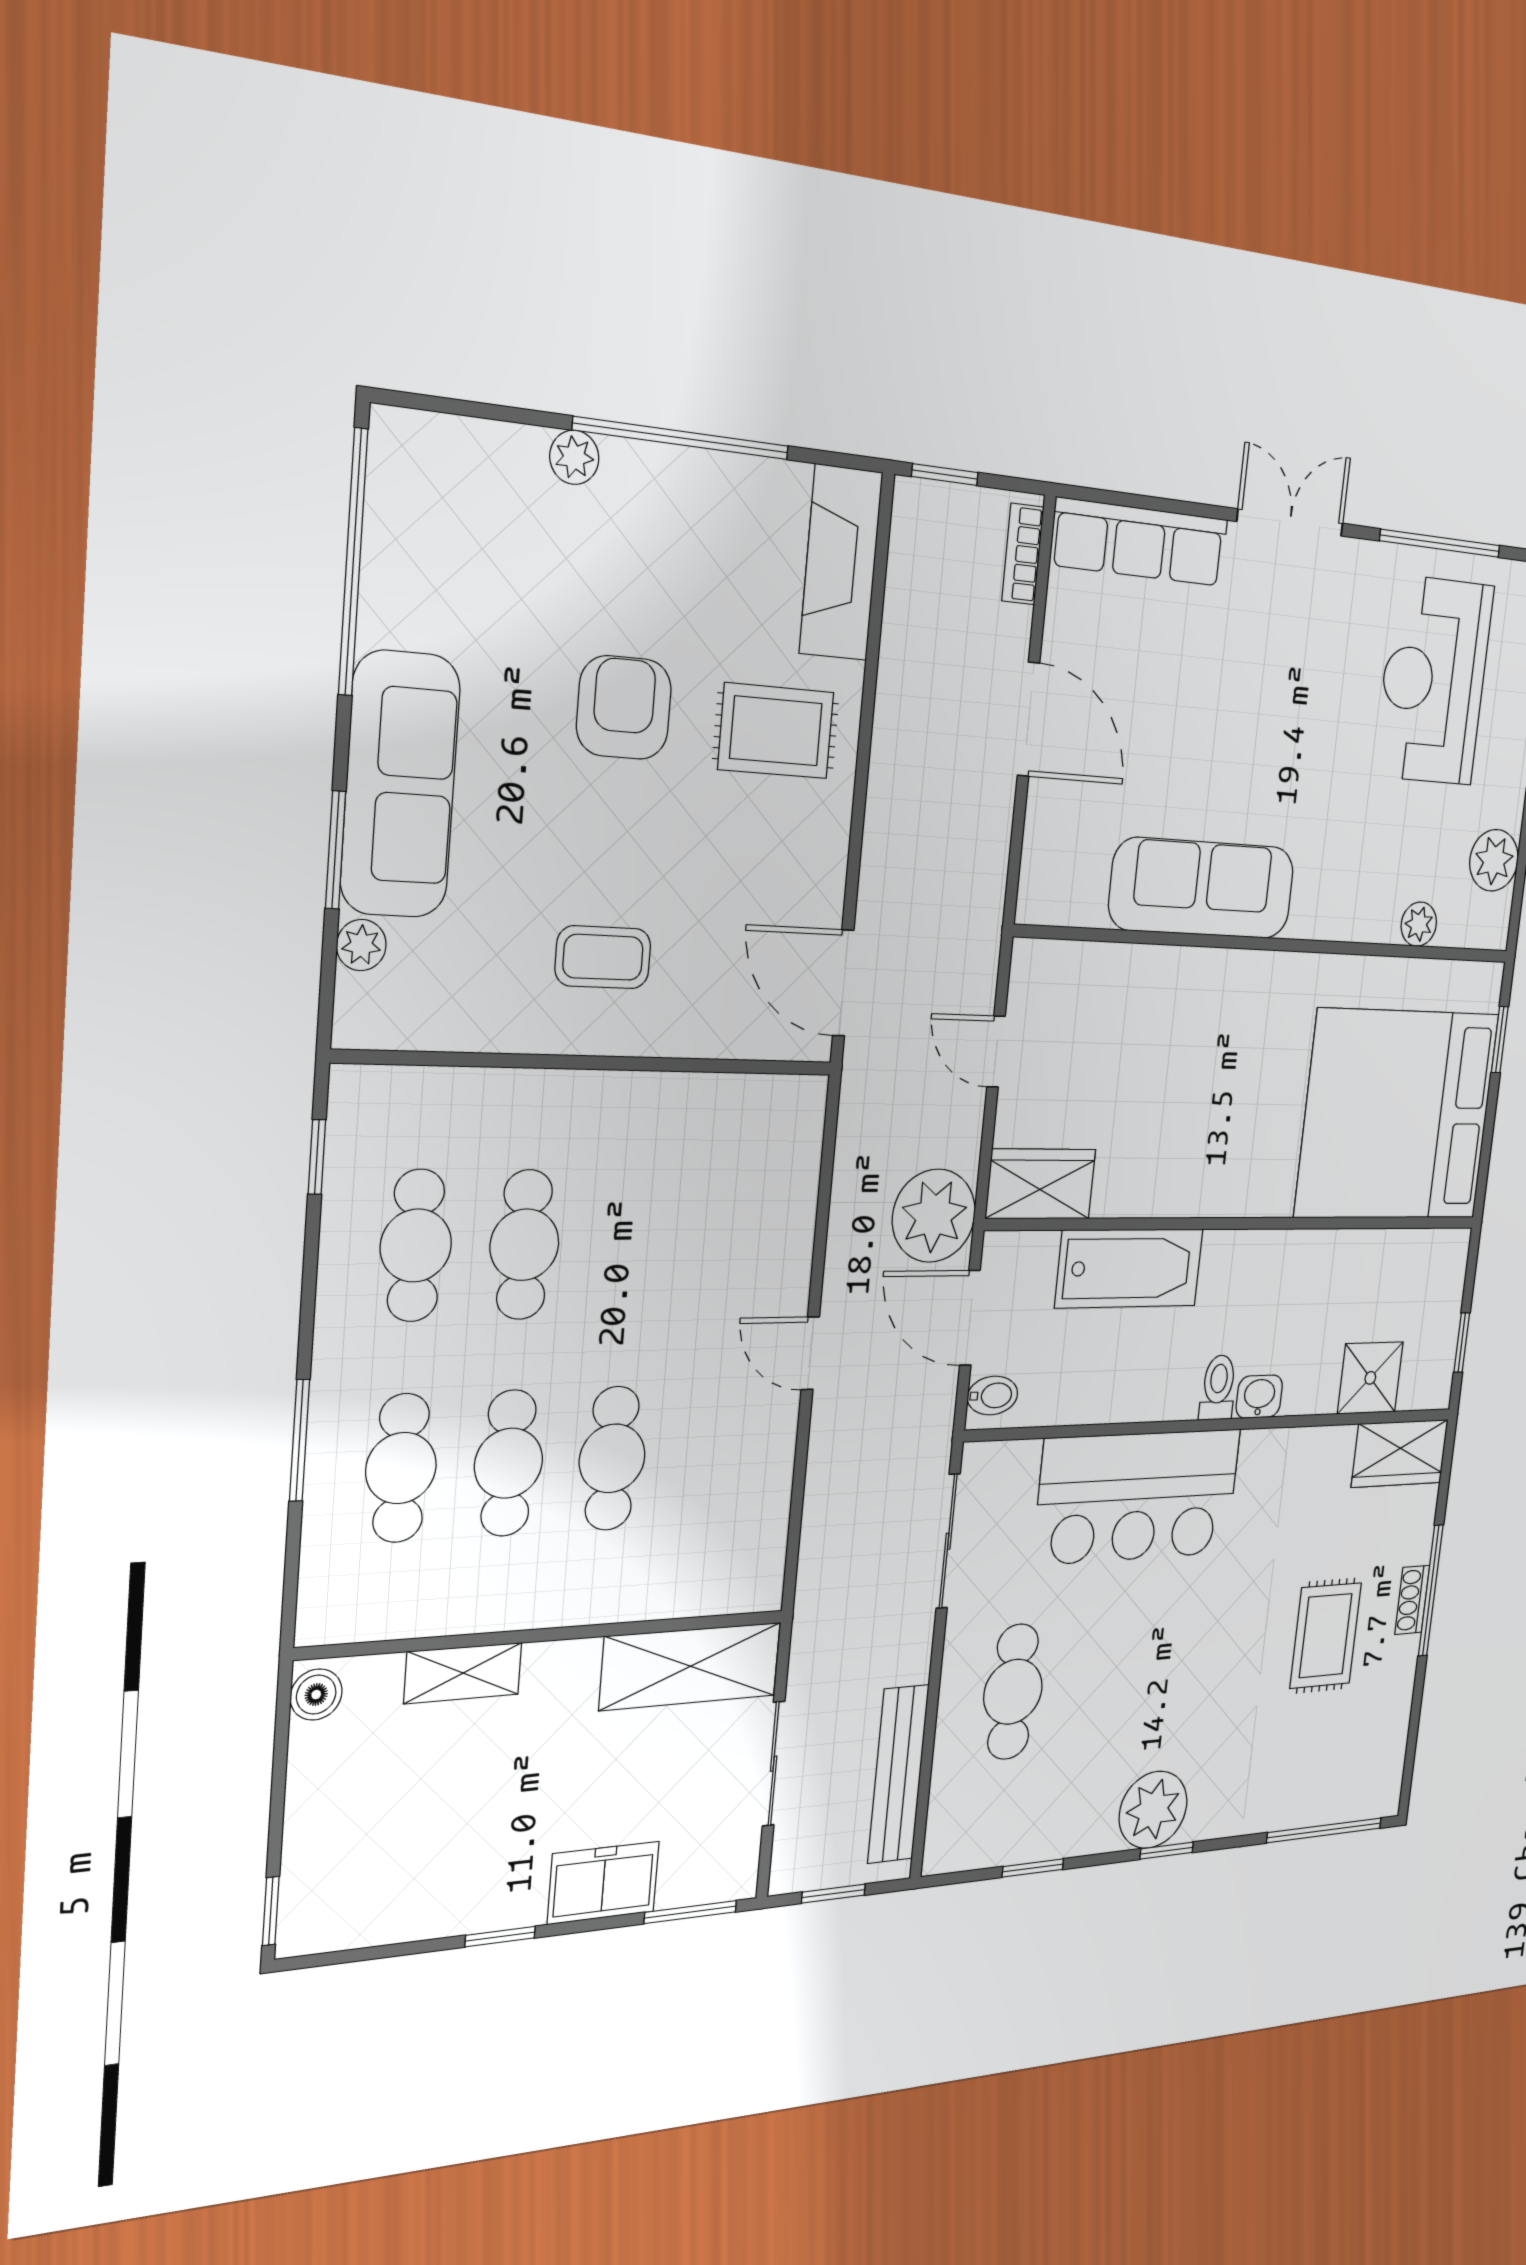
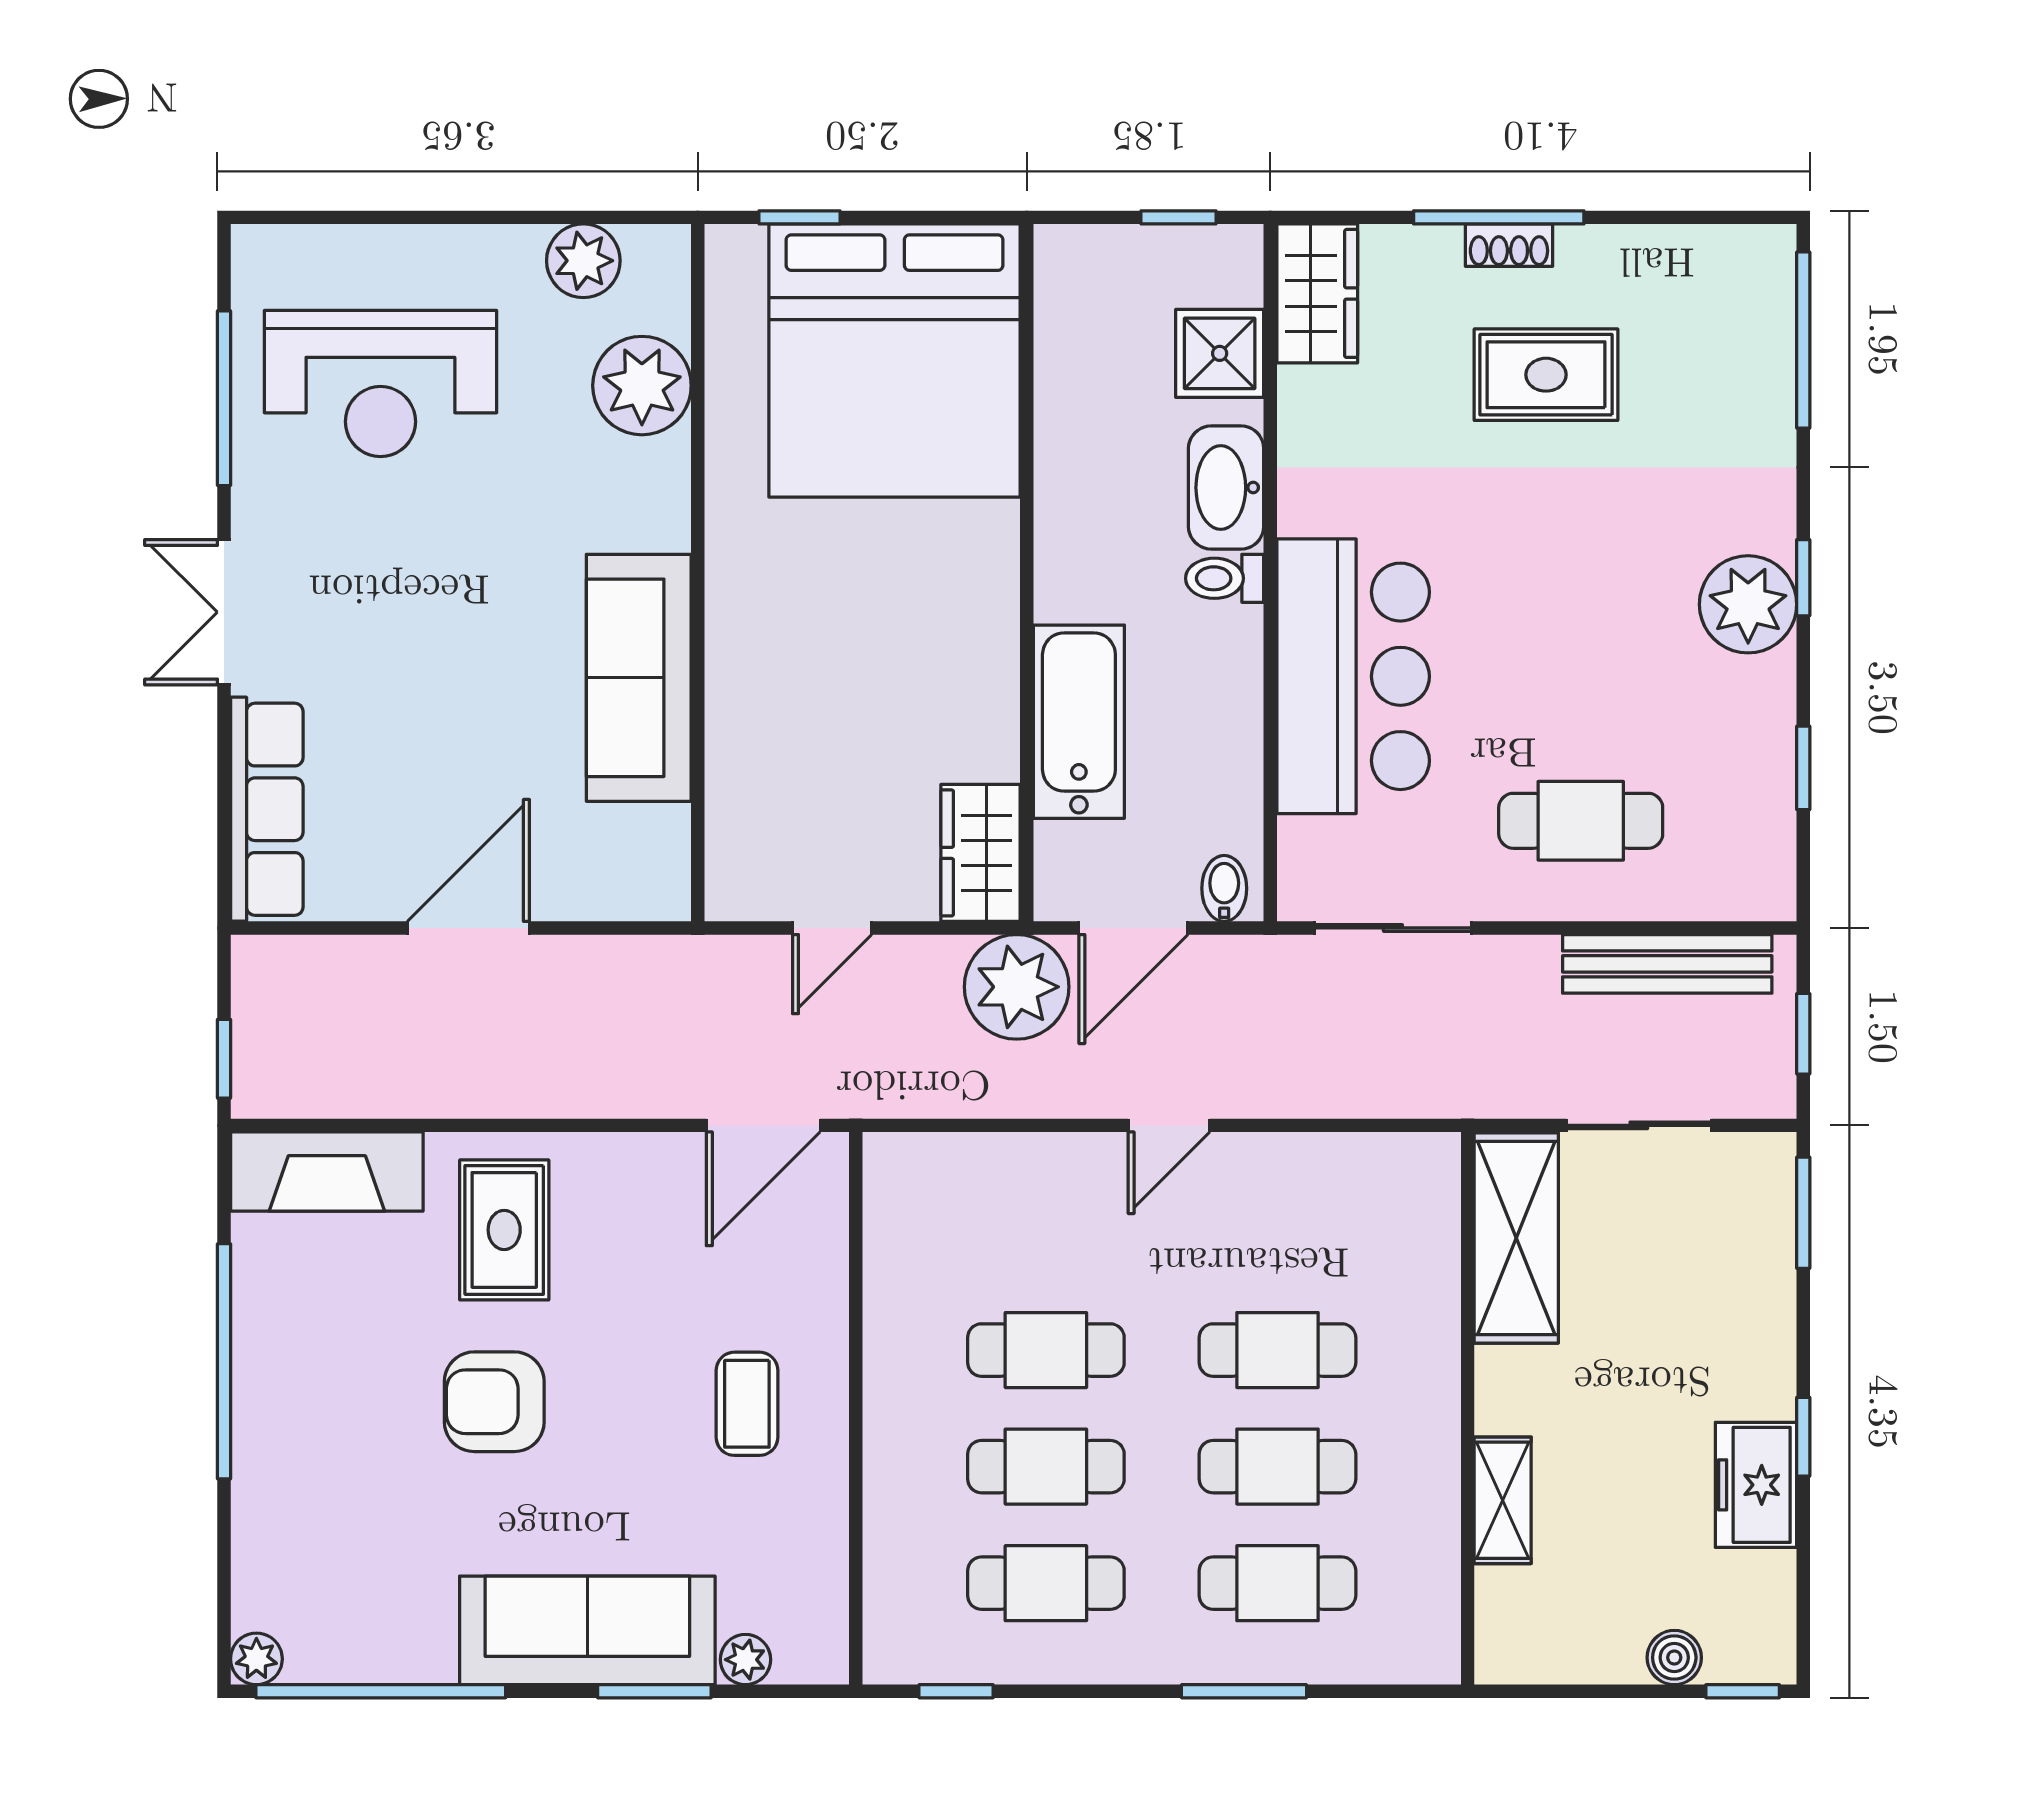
plant: (574, 457) -> (256, 1659), moved
bookcase: (1023, 554) -> (295, 955), removed
plant: (1419, 924) -> (642, 386), width x1.88, depth x1.88
cafe table: (629, 1244) -> (1046, 1350), added
washbasin: (1259, 1397) -> (1226, 488), width x1.91, depth x1.45
boiler: (316, 1695) -> (1674, 1658), moved
freezer: (603, 1883) -> (1756, 1485), moved

